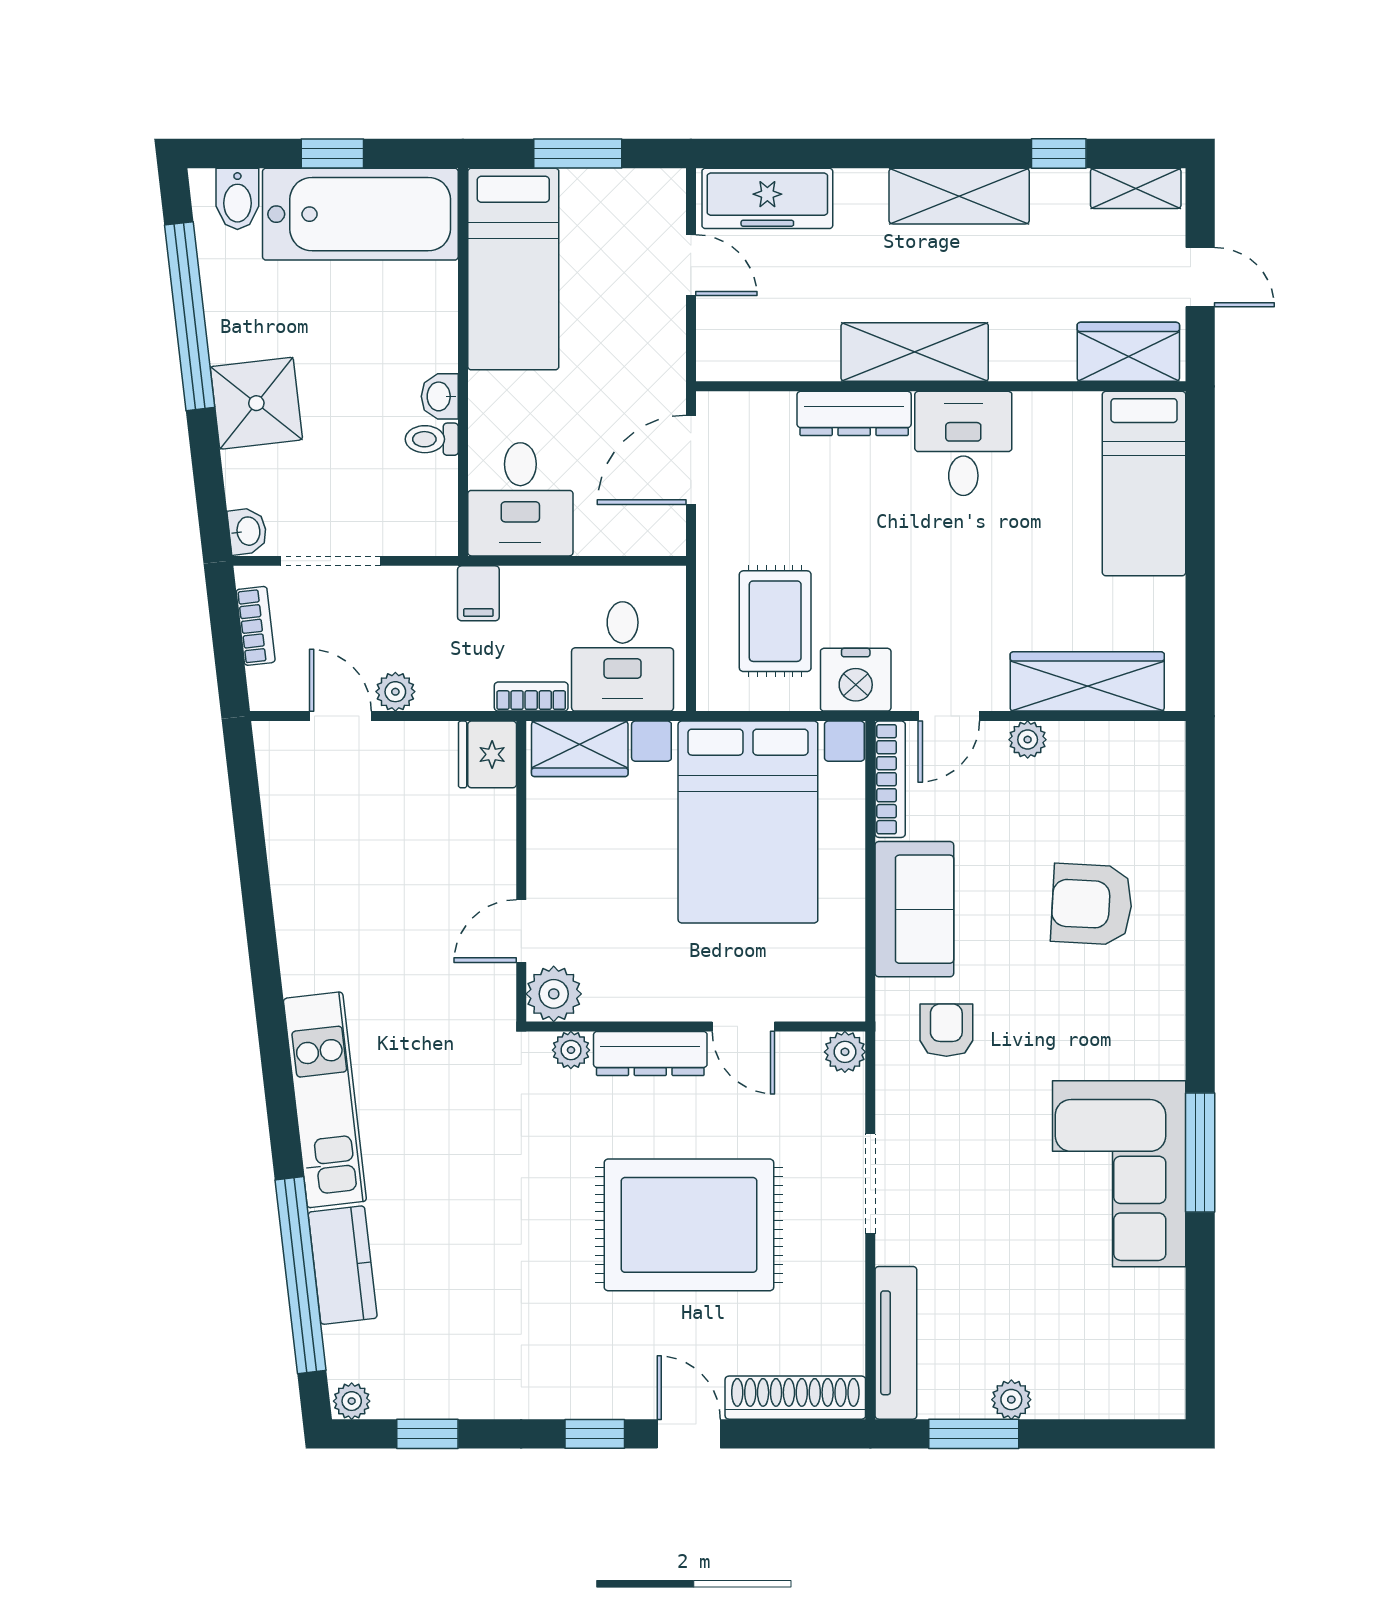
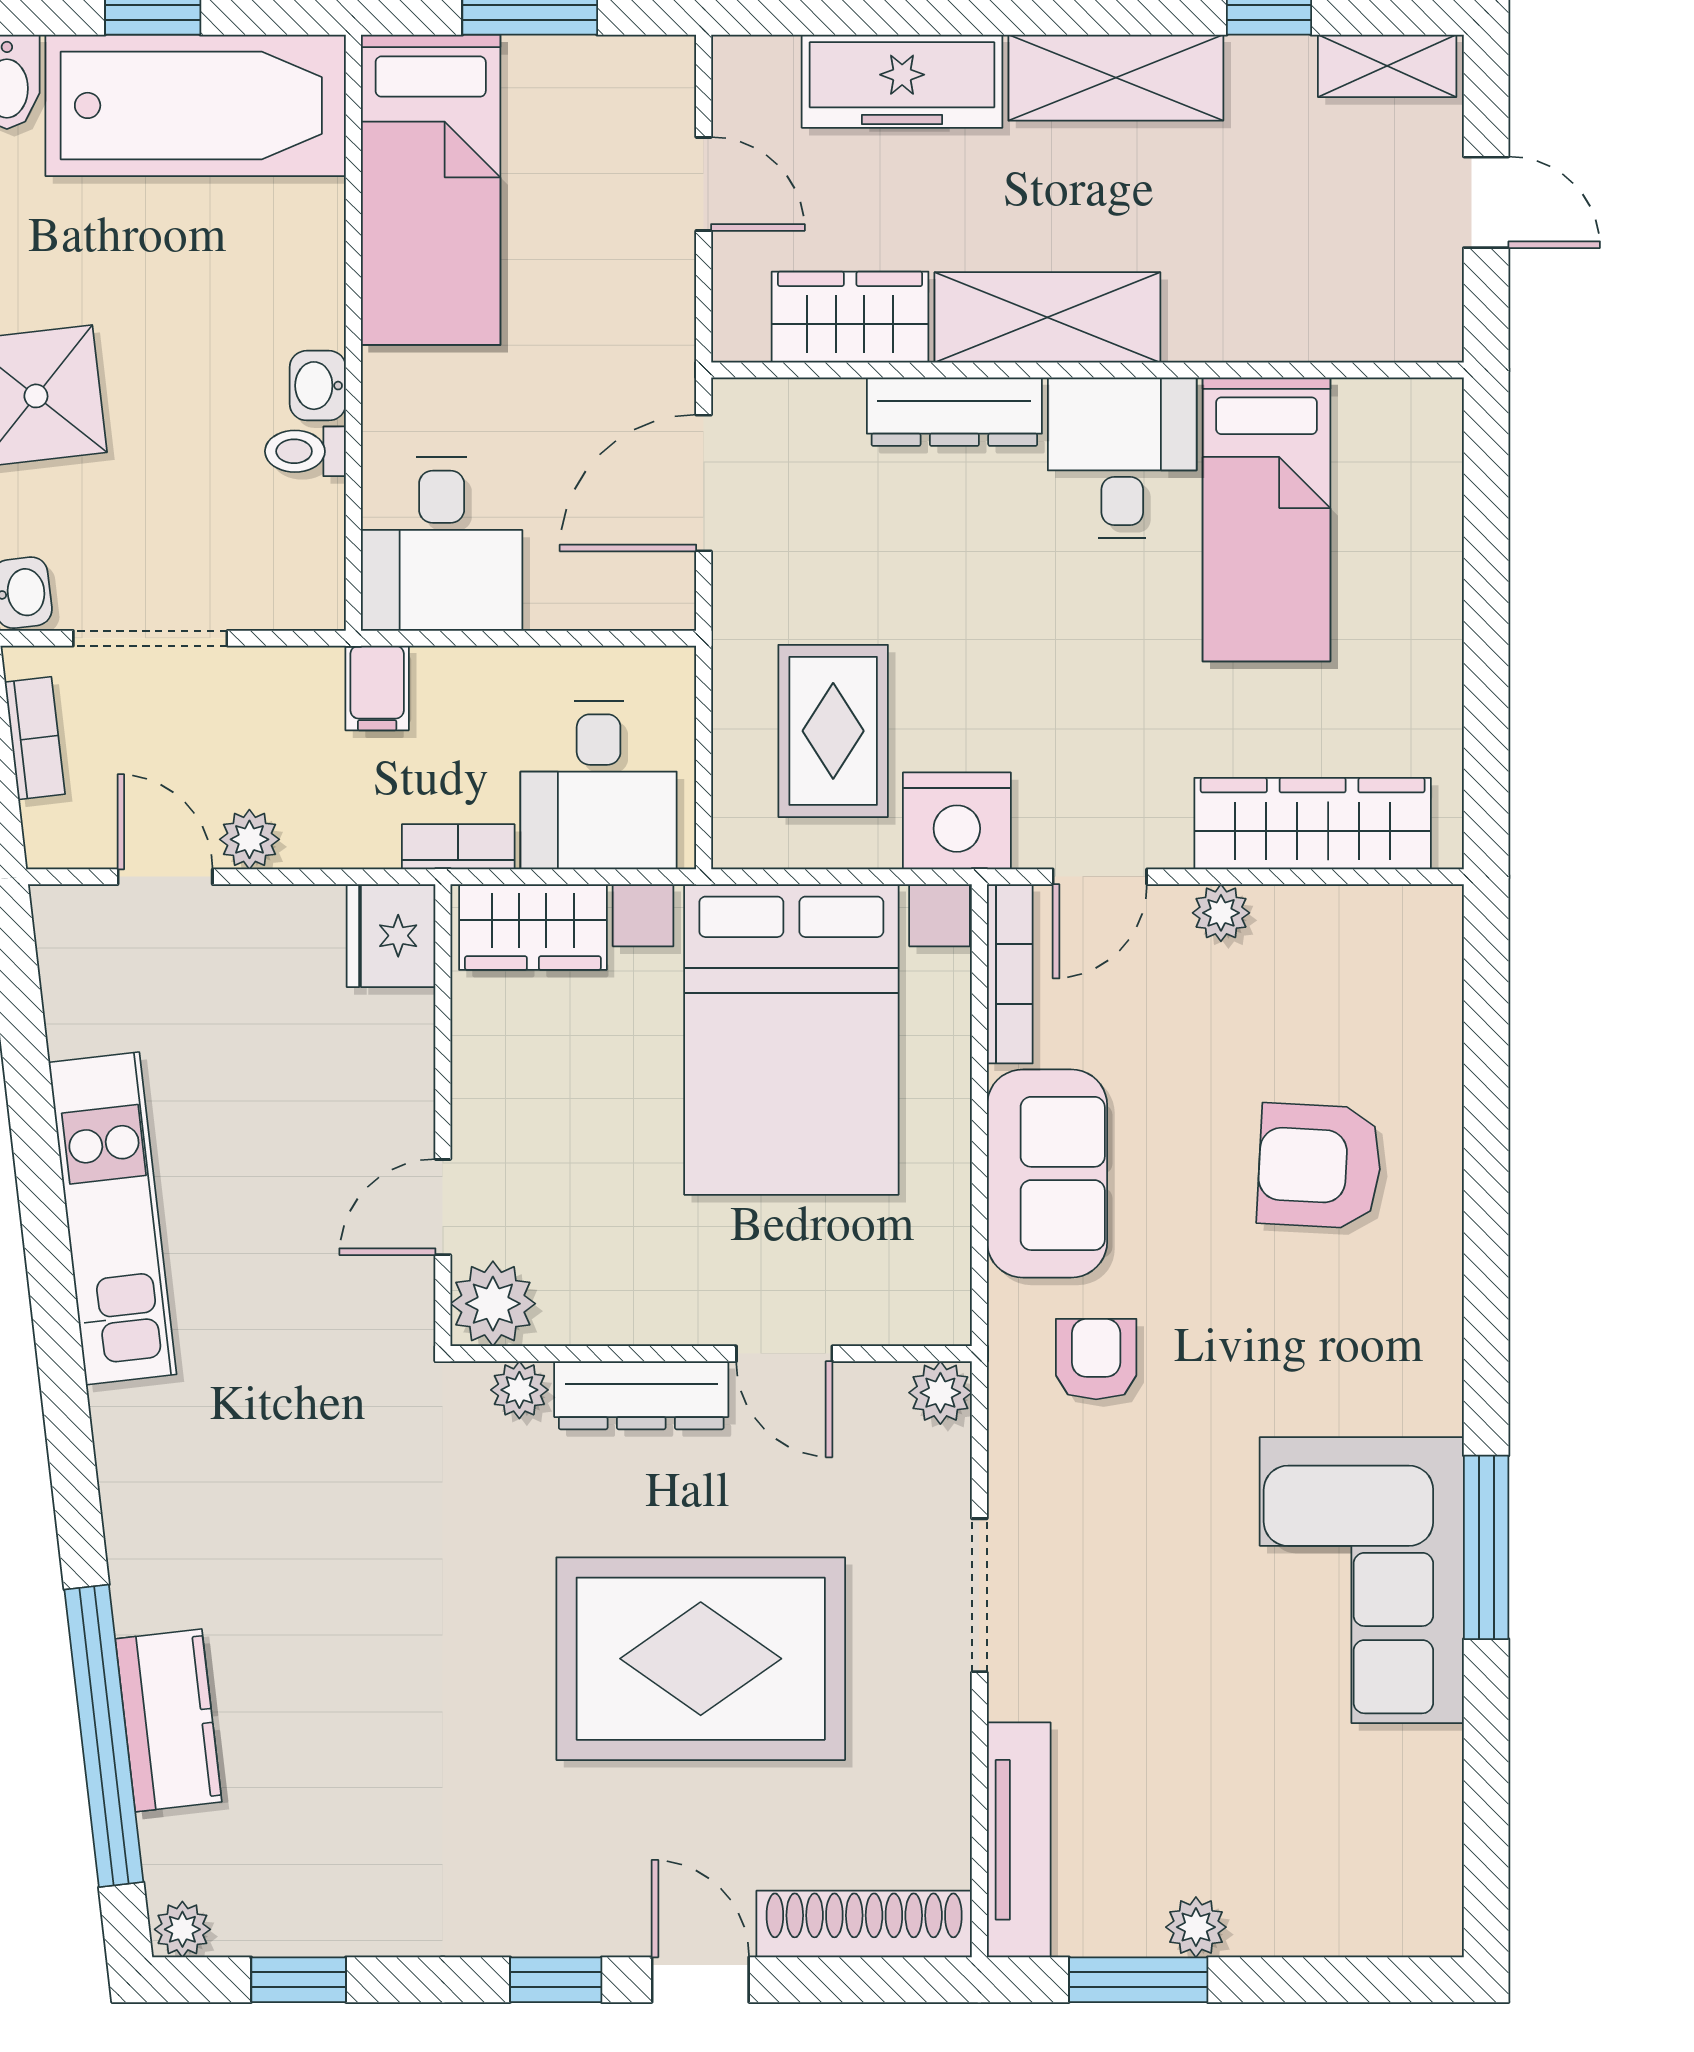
freezer: (767, 198) -> (902, 81), moved
wardrobe: (1128, 352) -> (850, 317), moved
bed: (1144, 484) -> (1266, 519), moved
kitchen unit: (325, 1100) -> (113, 1218), moved

